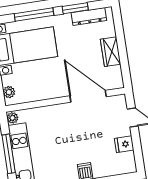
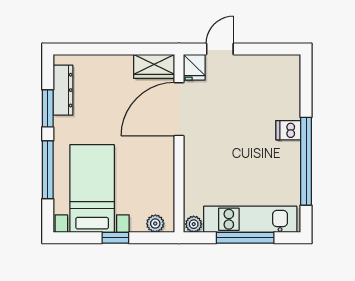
wardrobe: (111, 52) -> (154, 66), moved
fridge: (124, 144) -> (194, 67), moved

